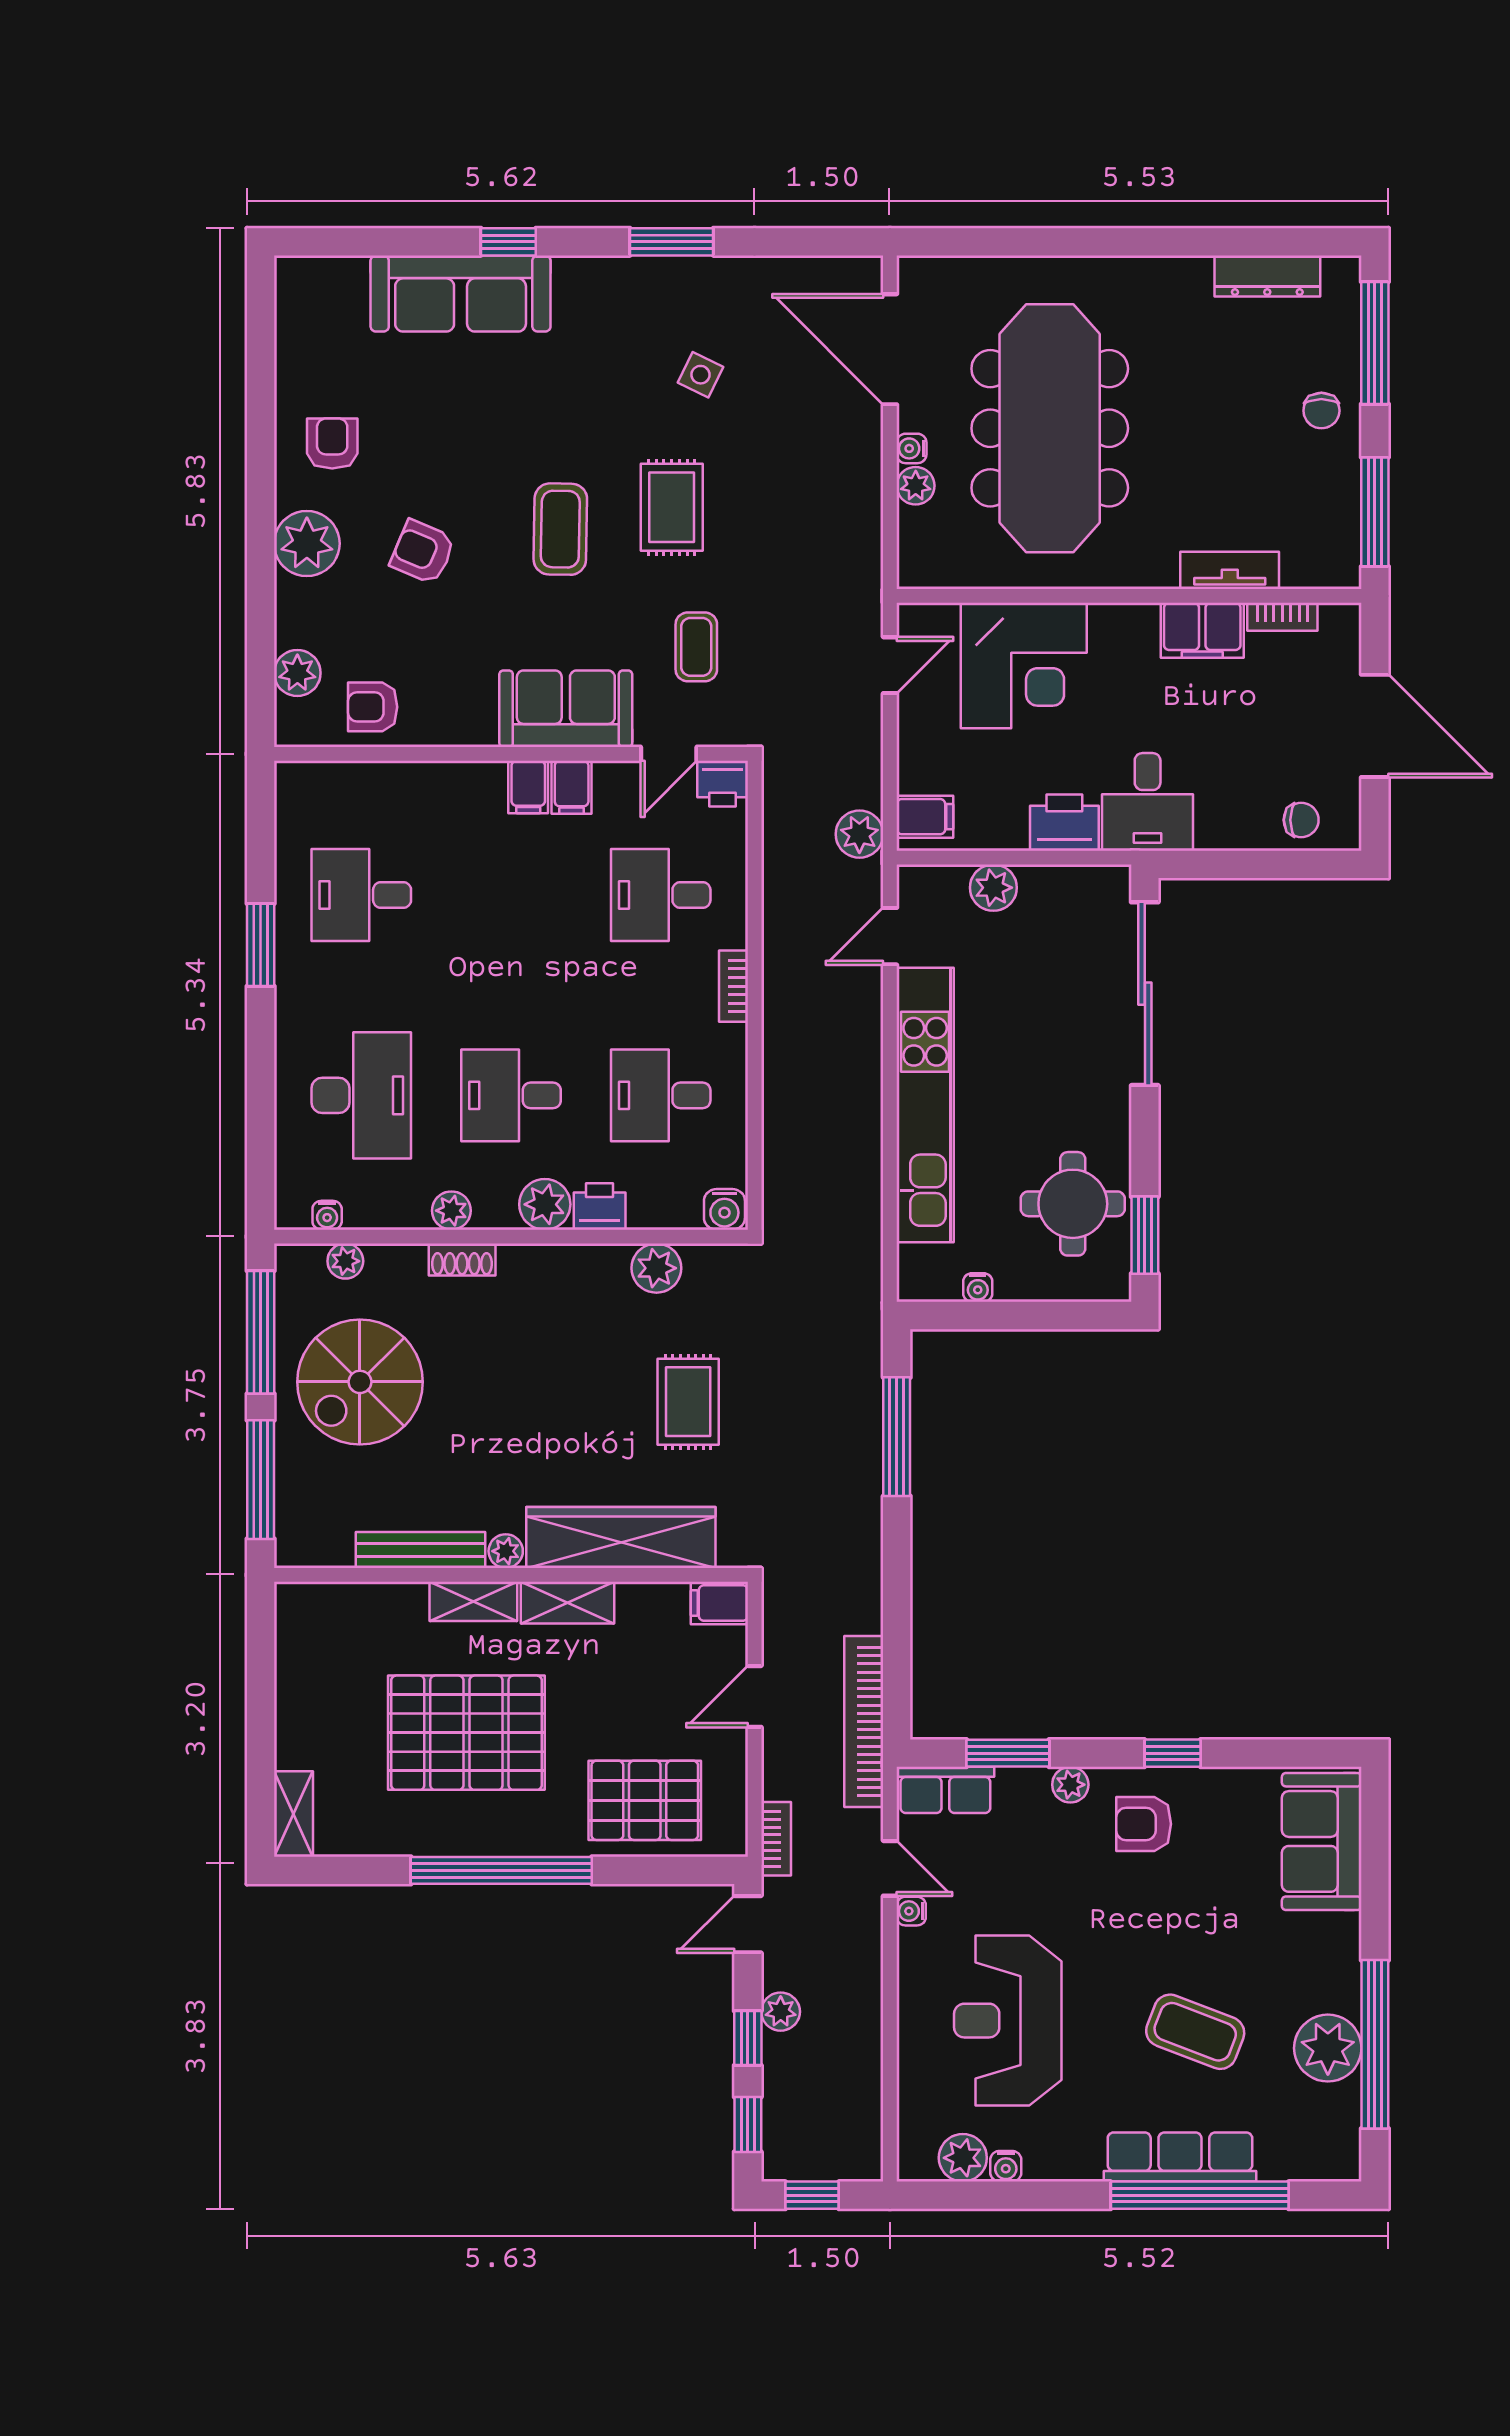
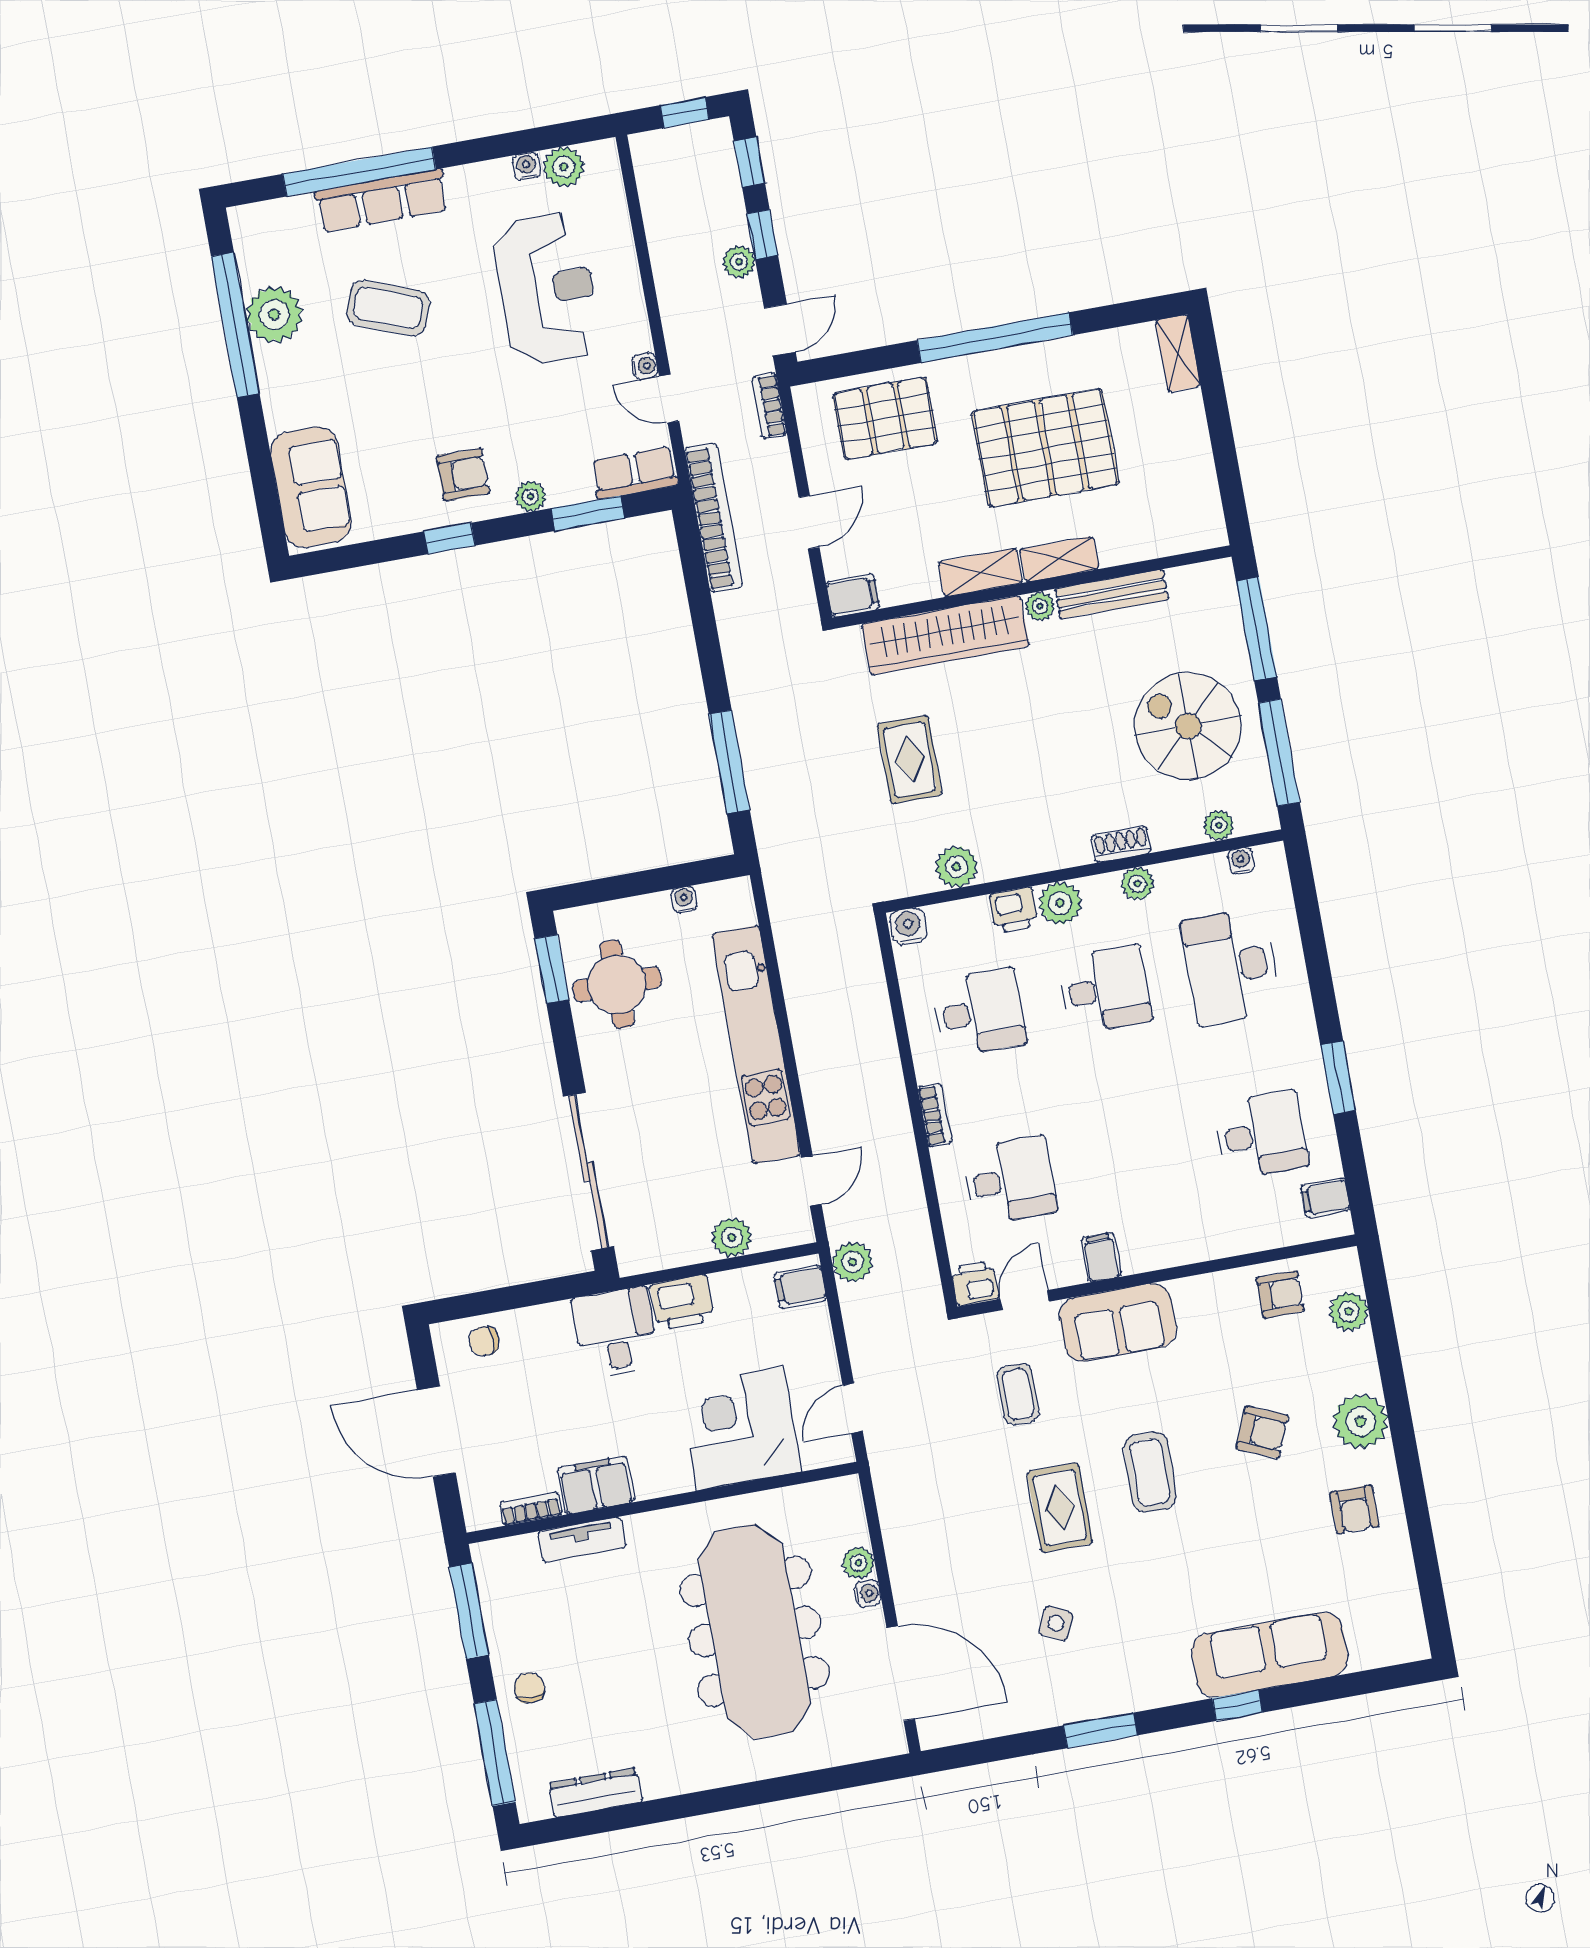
filing cabinet: (528, 787) -> (1325, 1198), moved, turned -90
spiral stairs: (360, 1382) -> (1188, 726), turned -90

